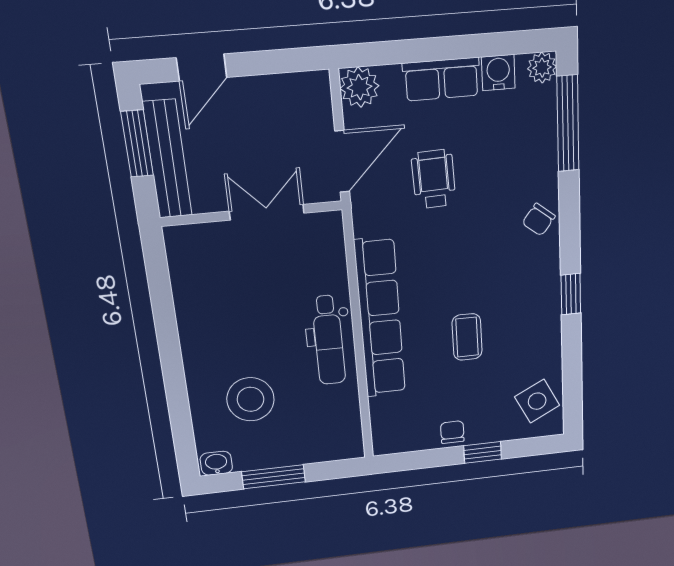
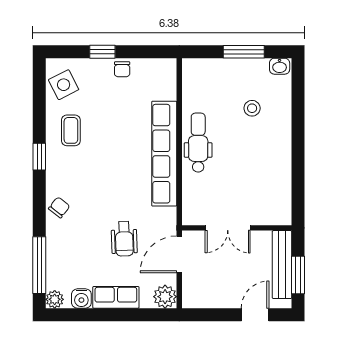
coffee table: (467, 337) -> (71, 130), moved
stool: (250, 399) -> (252, 108), width x0.53, depth x0.53

